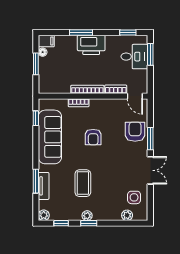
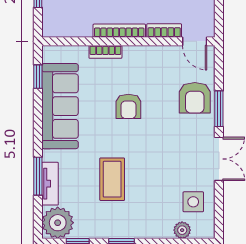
armchair: (135, 132) -> (195, 98), turned 180
plant: (44, 215) -> (58, 223), width x1.88, depth x1.88
plant: (87, 216) -> (119, 231), removed

